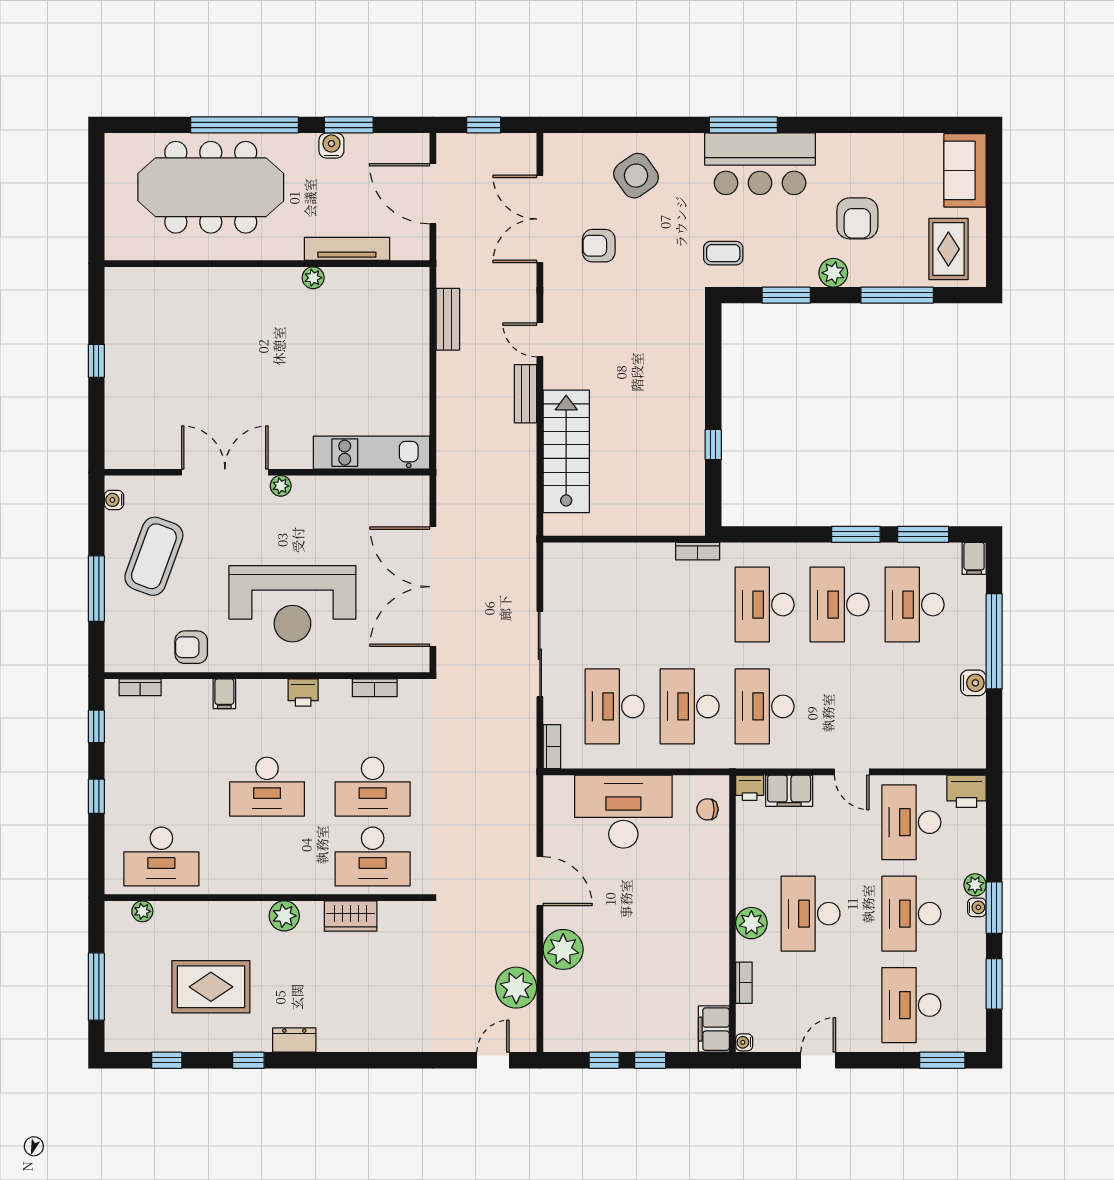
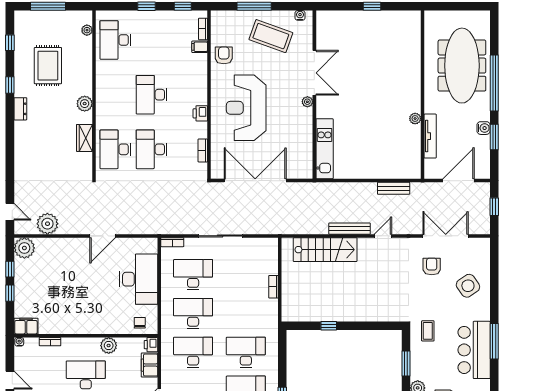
bench: (526, 394) -> (350, 229), width x1.36
bookcase: (698, 551) -> (273, 287), moved
filing cabinet: (224, 694) -> (200, 47), moved
plant: (751, 923) -> (109, 346), moved
plant: (563, 949) -> (24, 248), moved

